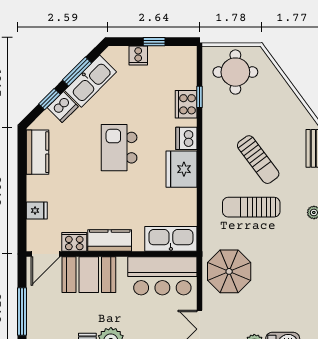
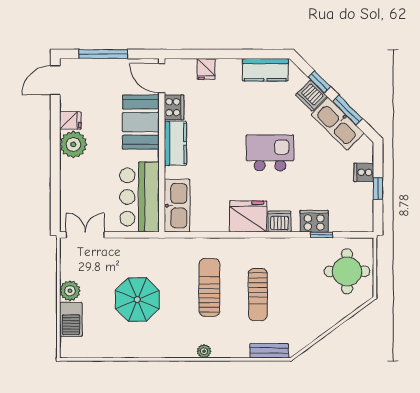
sun lounger: (258, 160) -> (258, 295), turned -53
parasol: (229, 271) -> (137, 300), moved

